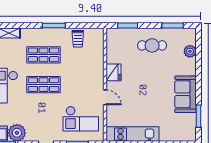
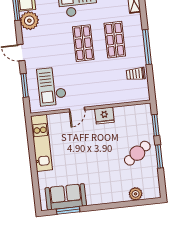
window: (54, 25) -> (147, 47), width x1.44
window: (173, 25) -> (159, 156), moved
cafe table: (152, 45) -> (137, 153), turned 54
sofa: (186, 94) -> (66, 197), moved

